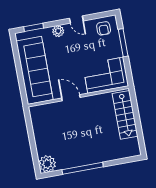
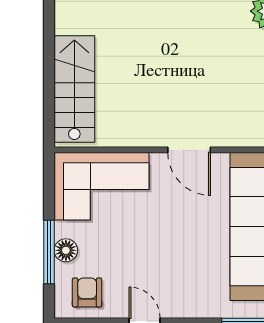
plant: (58, 31) -> (190, 305), removed
floor lamp: (116, 45) -> (66, 250), added

